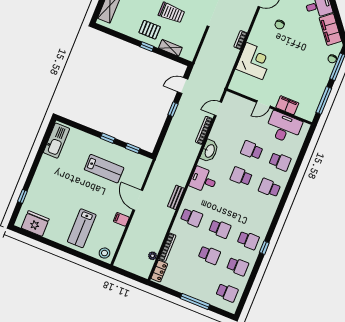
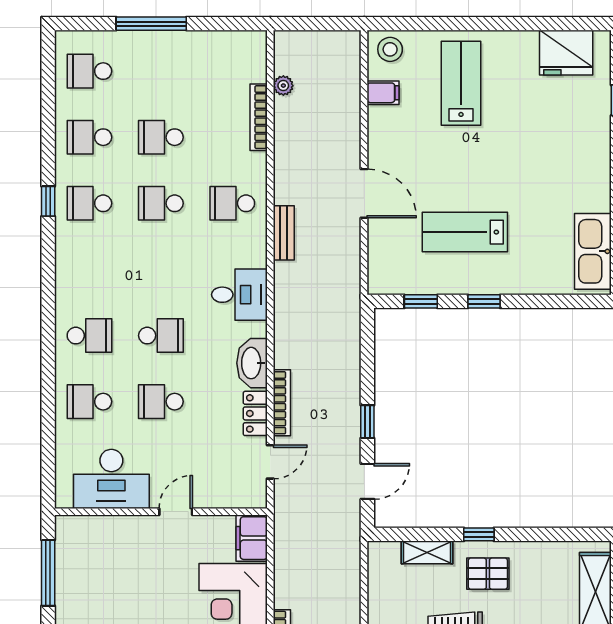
filing cabinet: (287, 105) -> (252, 538), moved, turned 90
school desk: (252, 150) -> (161, 402), turned 180
filing cabinet: (121, 219) -> (383, 93), moved
locker: (159, 271) -> (255, 413), moved

